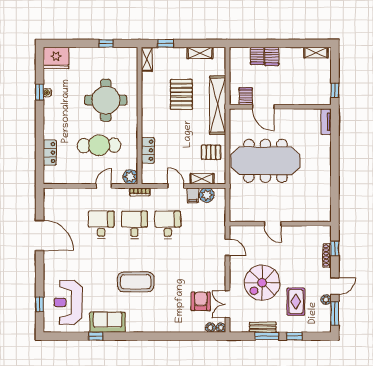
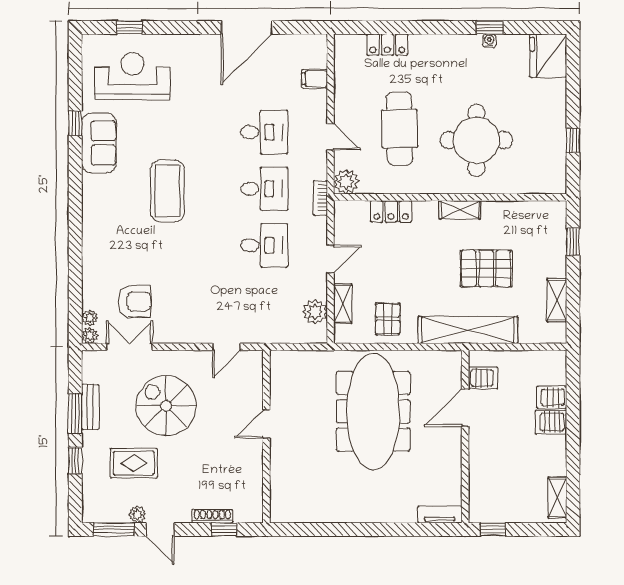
shelving: (147, 59) -> (460, 210), moved
filing cabinet: (193, 195) -> (315, 79), moved

